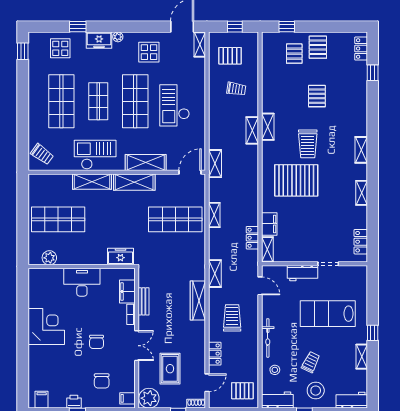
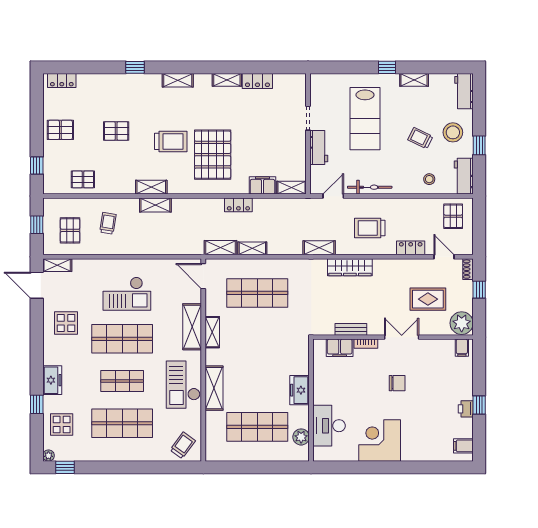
plant: (118, 37) -> (48, 456), moved
pallet: (294, 54) -> (83, 179), moved
window: (373, 73) -> (135, 67), moved
shelving: (215, 164) -> (220, 248), moved
shelving: (134, 182) -> (212, 332), width x0.67, depth x0.75
shop shelf: (58, 219) -> (257, 427), turned 90
shop shelf: (175, 219) -> (257, 293), turned 90
locker: (252, 238) -> (238, 205), moved
locker: (361, 242) -> (257, 81), moved
freezer: (120, 256) -> (300, 390), moved
desk: (82, 282) -> (329, 426), moved
bicycle: (268, 338) -> (370, 187), moved
chair: (102, 381) -> (442, 377), removed

